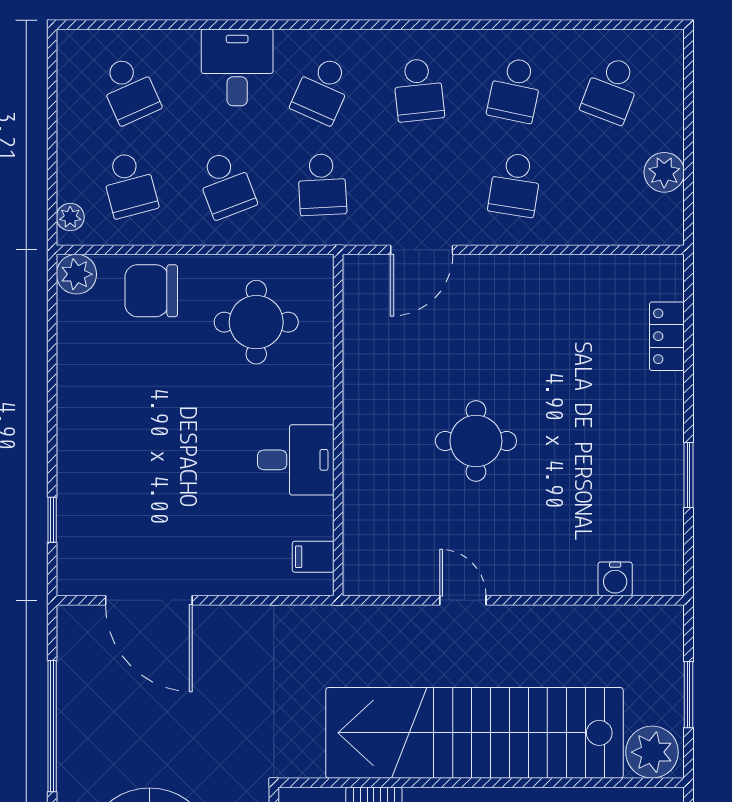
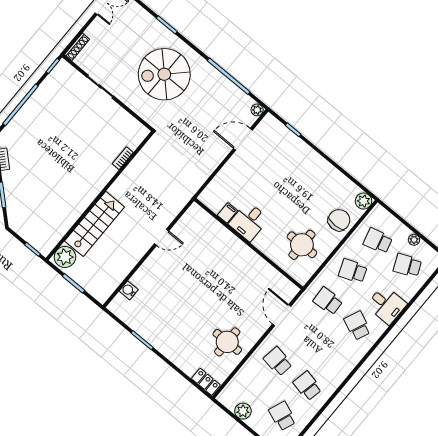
school desk: (419, 90) -> (332, 356), removed
plant: (70, 217) -> (414, 240), moved
locker: (667, 336) -> (206, 382), moved
round table: (476, 441) -> (227, 342), moved
filing cabinet: (313, 557) -> (227, 213), moved
door: (149, 600) -> (243, 139), width x0.73
plant: (71, 619) -> (257, 110), added
stairs: (474, 733) -> (94, 224), width x0.54, depth x0.66

